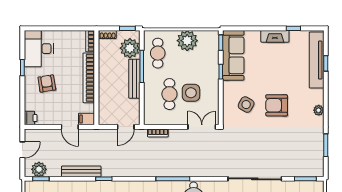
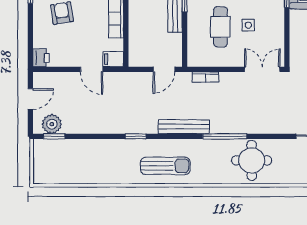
side table: (191, 93) -> (248, 25), width x0.54, depth x0.54
bench: (81, 171) -> (184, 127), moved

